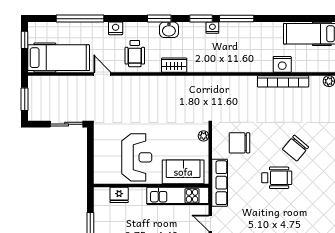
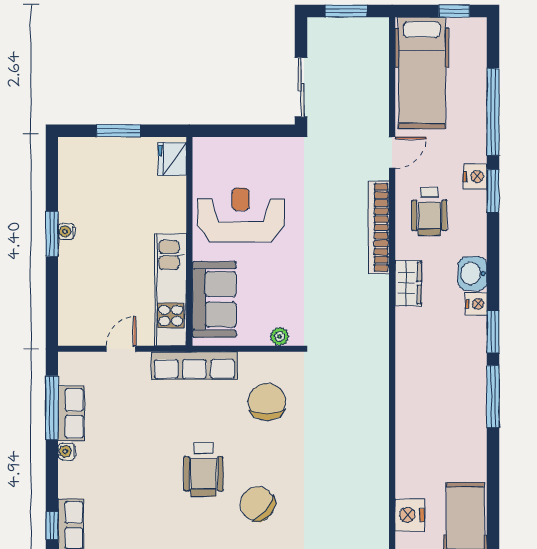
window: (159, 19) -> (493, 191), moved
nightstand: (212, 28) -> (476, 304), moved
wheelchair: (135, 54) -> (429, 212), turned -90
nightstand: (282, 64) -> (410, 515), moved
bookcase: (283, 81) -> (379, 227), moved
reception desk: (137, 157) -> (241, 215), turned 180
fridge: (119, 195) -> (172, 159), moved

